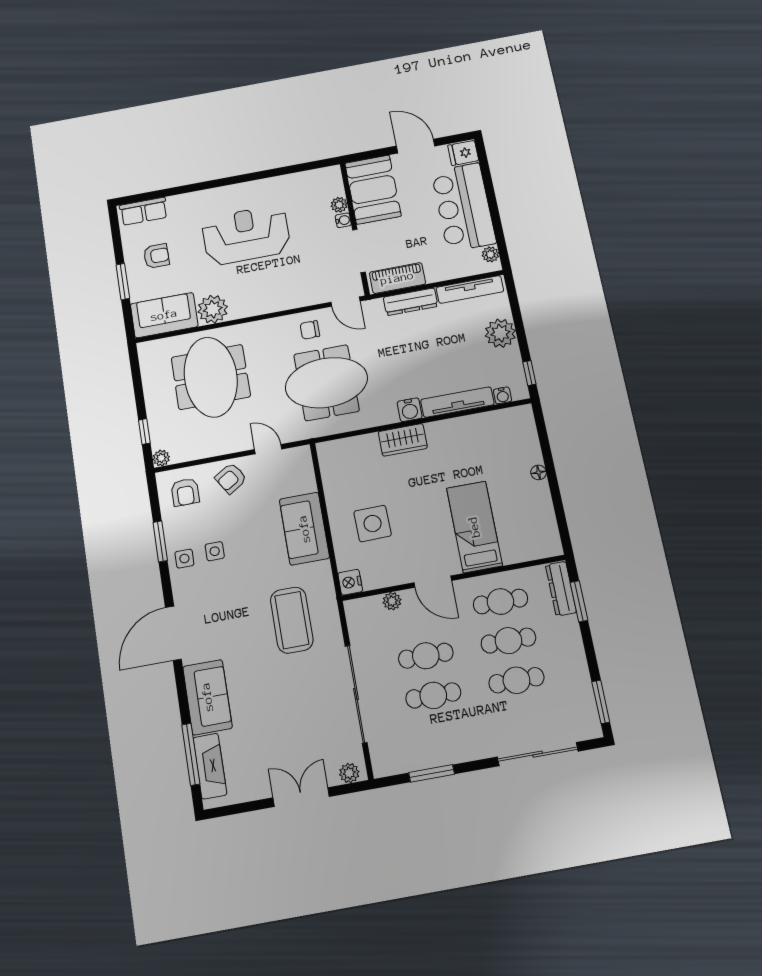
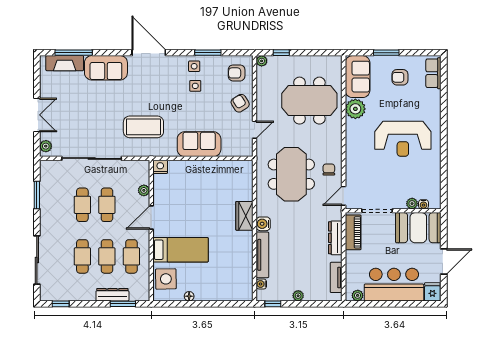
water cooler: (343, 220) -> (423, 204), moved
reception desk: (246, 235) -> (403, 139), turned 90
armchair: (156, 256) -> (400, 77), turned 90
tv unit: (470, 289) -> (336, 277), width x0.71
plant: (500, 333) -> (298, 296), width x0.53, depth x0.53
floor lamp: (539, 472) -> (189, 296), moved
side table: (373, 524) -> (166, 279), moved
dresser: (561, 589) -> (112, 295), moved
window: (601, 702) -> (61, 304), width x0.67

